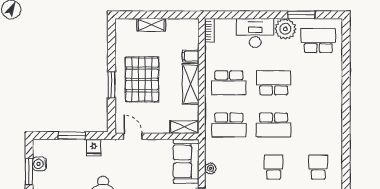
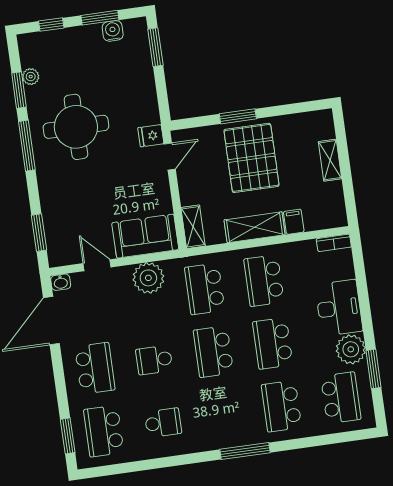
pallet: (142, 79) -> (252, 158), turned 90
school desk: (274, 83) -> (273, 343), turned 180
school desk: (318, 83) -> (282, 406), added
window: (346, 113) -> (245, 451), added
window: (72, 136) -> (155, 47), moved
fridge: (94, 148) -> (151, 136), moved
school desk: (274, 167) -> (154, 360), turned 180
plant: (210, 168) -> (148, 278), width x1.88, depth x1.88

